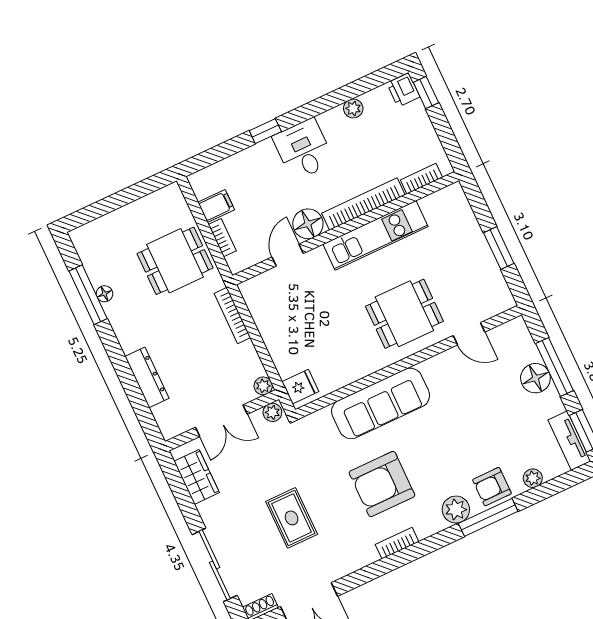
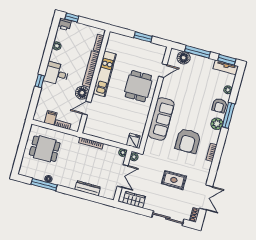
door: (288, 255) -> (87, 108), hinge flipped
dining table: (175, 261) -> (45, 149), moved, turned 90
floor lamp: (535, 378) -> (184, 58), moved

